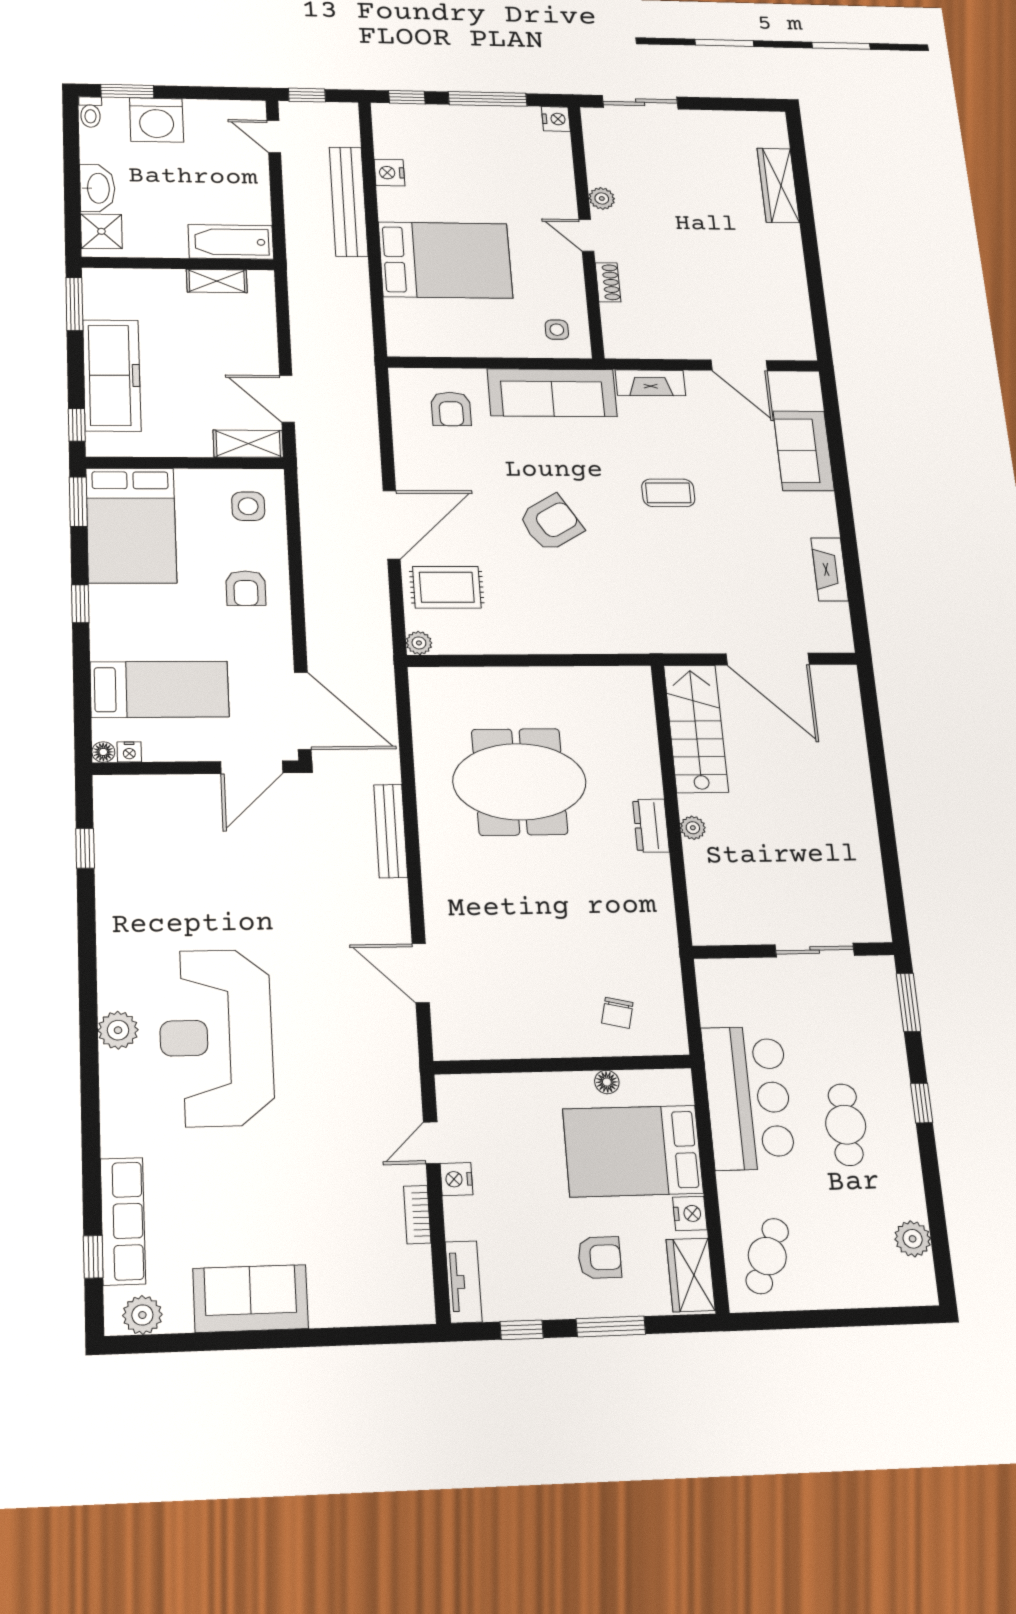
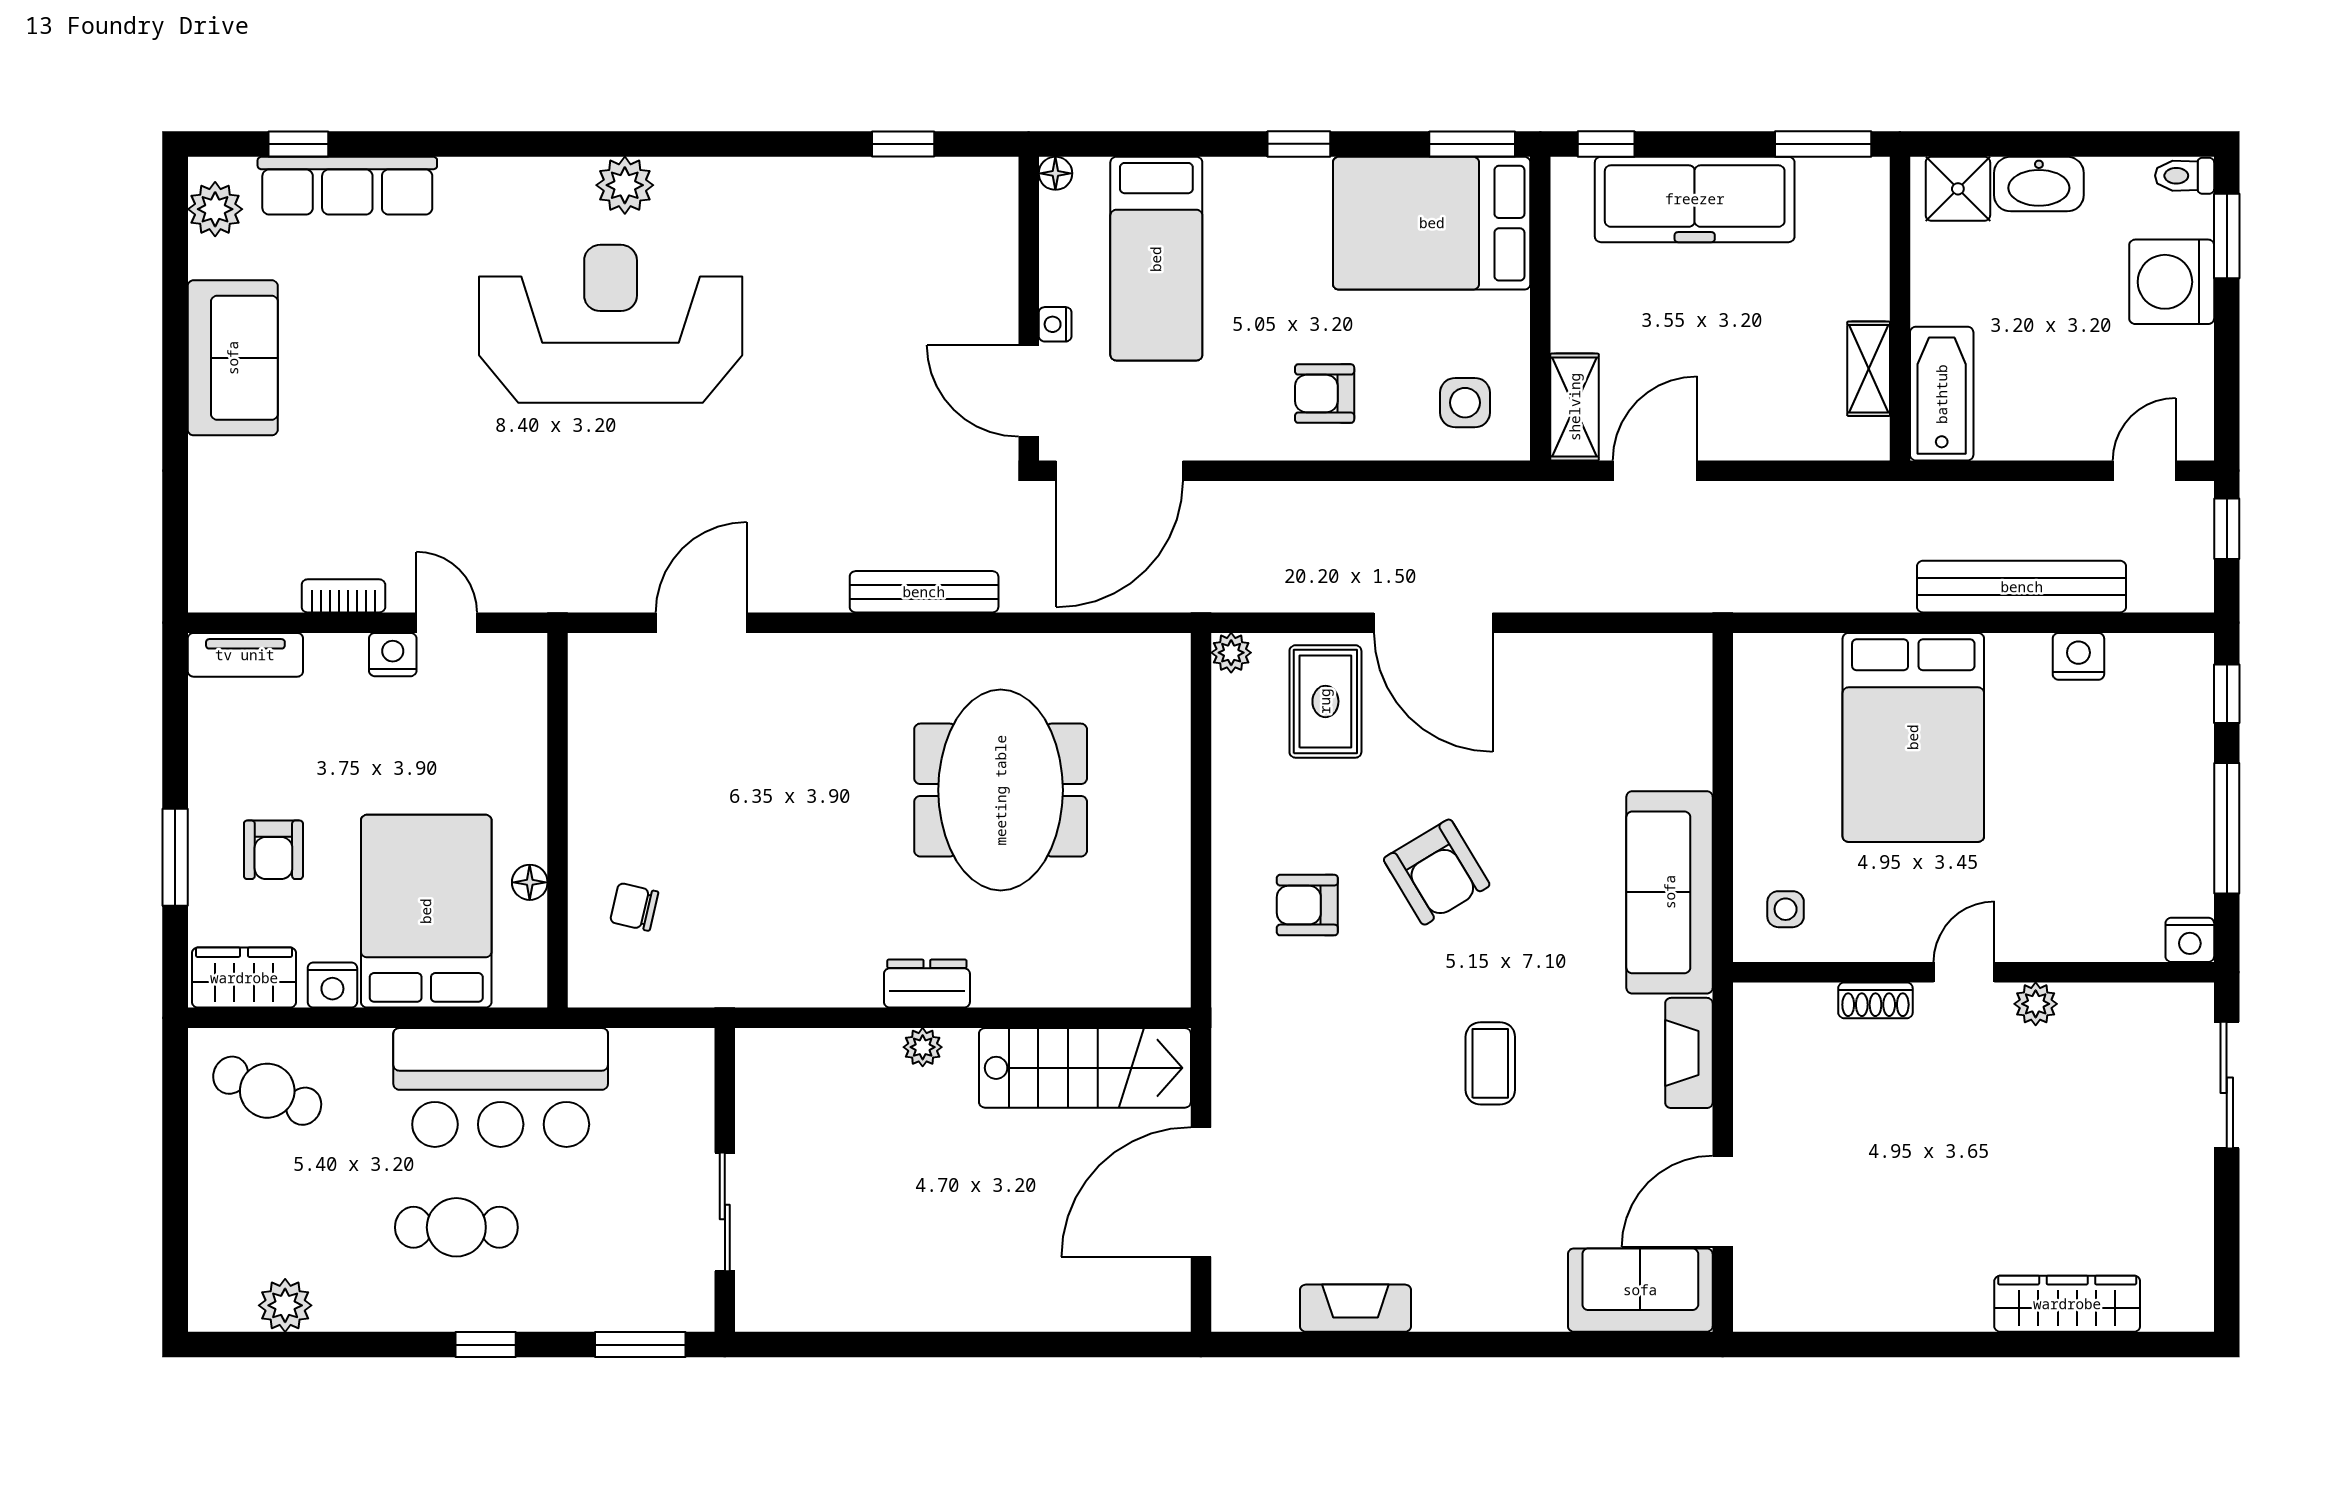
armchair: (451, 409) -> (1307, 905), moved
sofa: (804, 451) -> (1640, 1290), moved
nightstand: (129, 752) -> (1055, 324), moved
window: (522, 1330) -> (175, 732), removed

